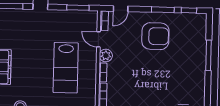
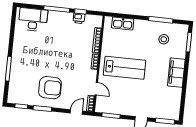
armchair: (155, 36) -> (50, 88), turned 180
plant: (106, 56) -> (91, 75), removed
lab bench: (66, 68) -> (125, 68), turned 90

